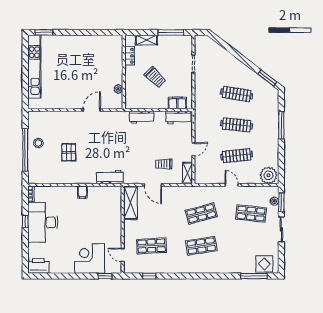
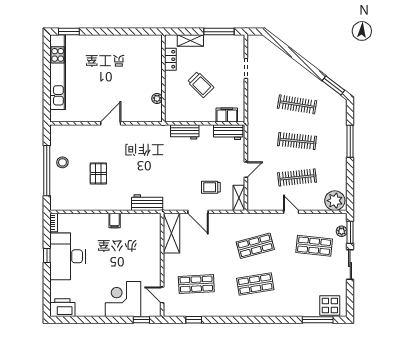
door: (92, 110) -> (111, 123), moved

